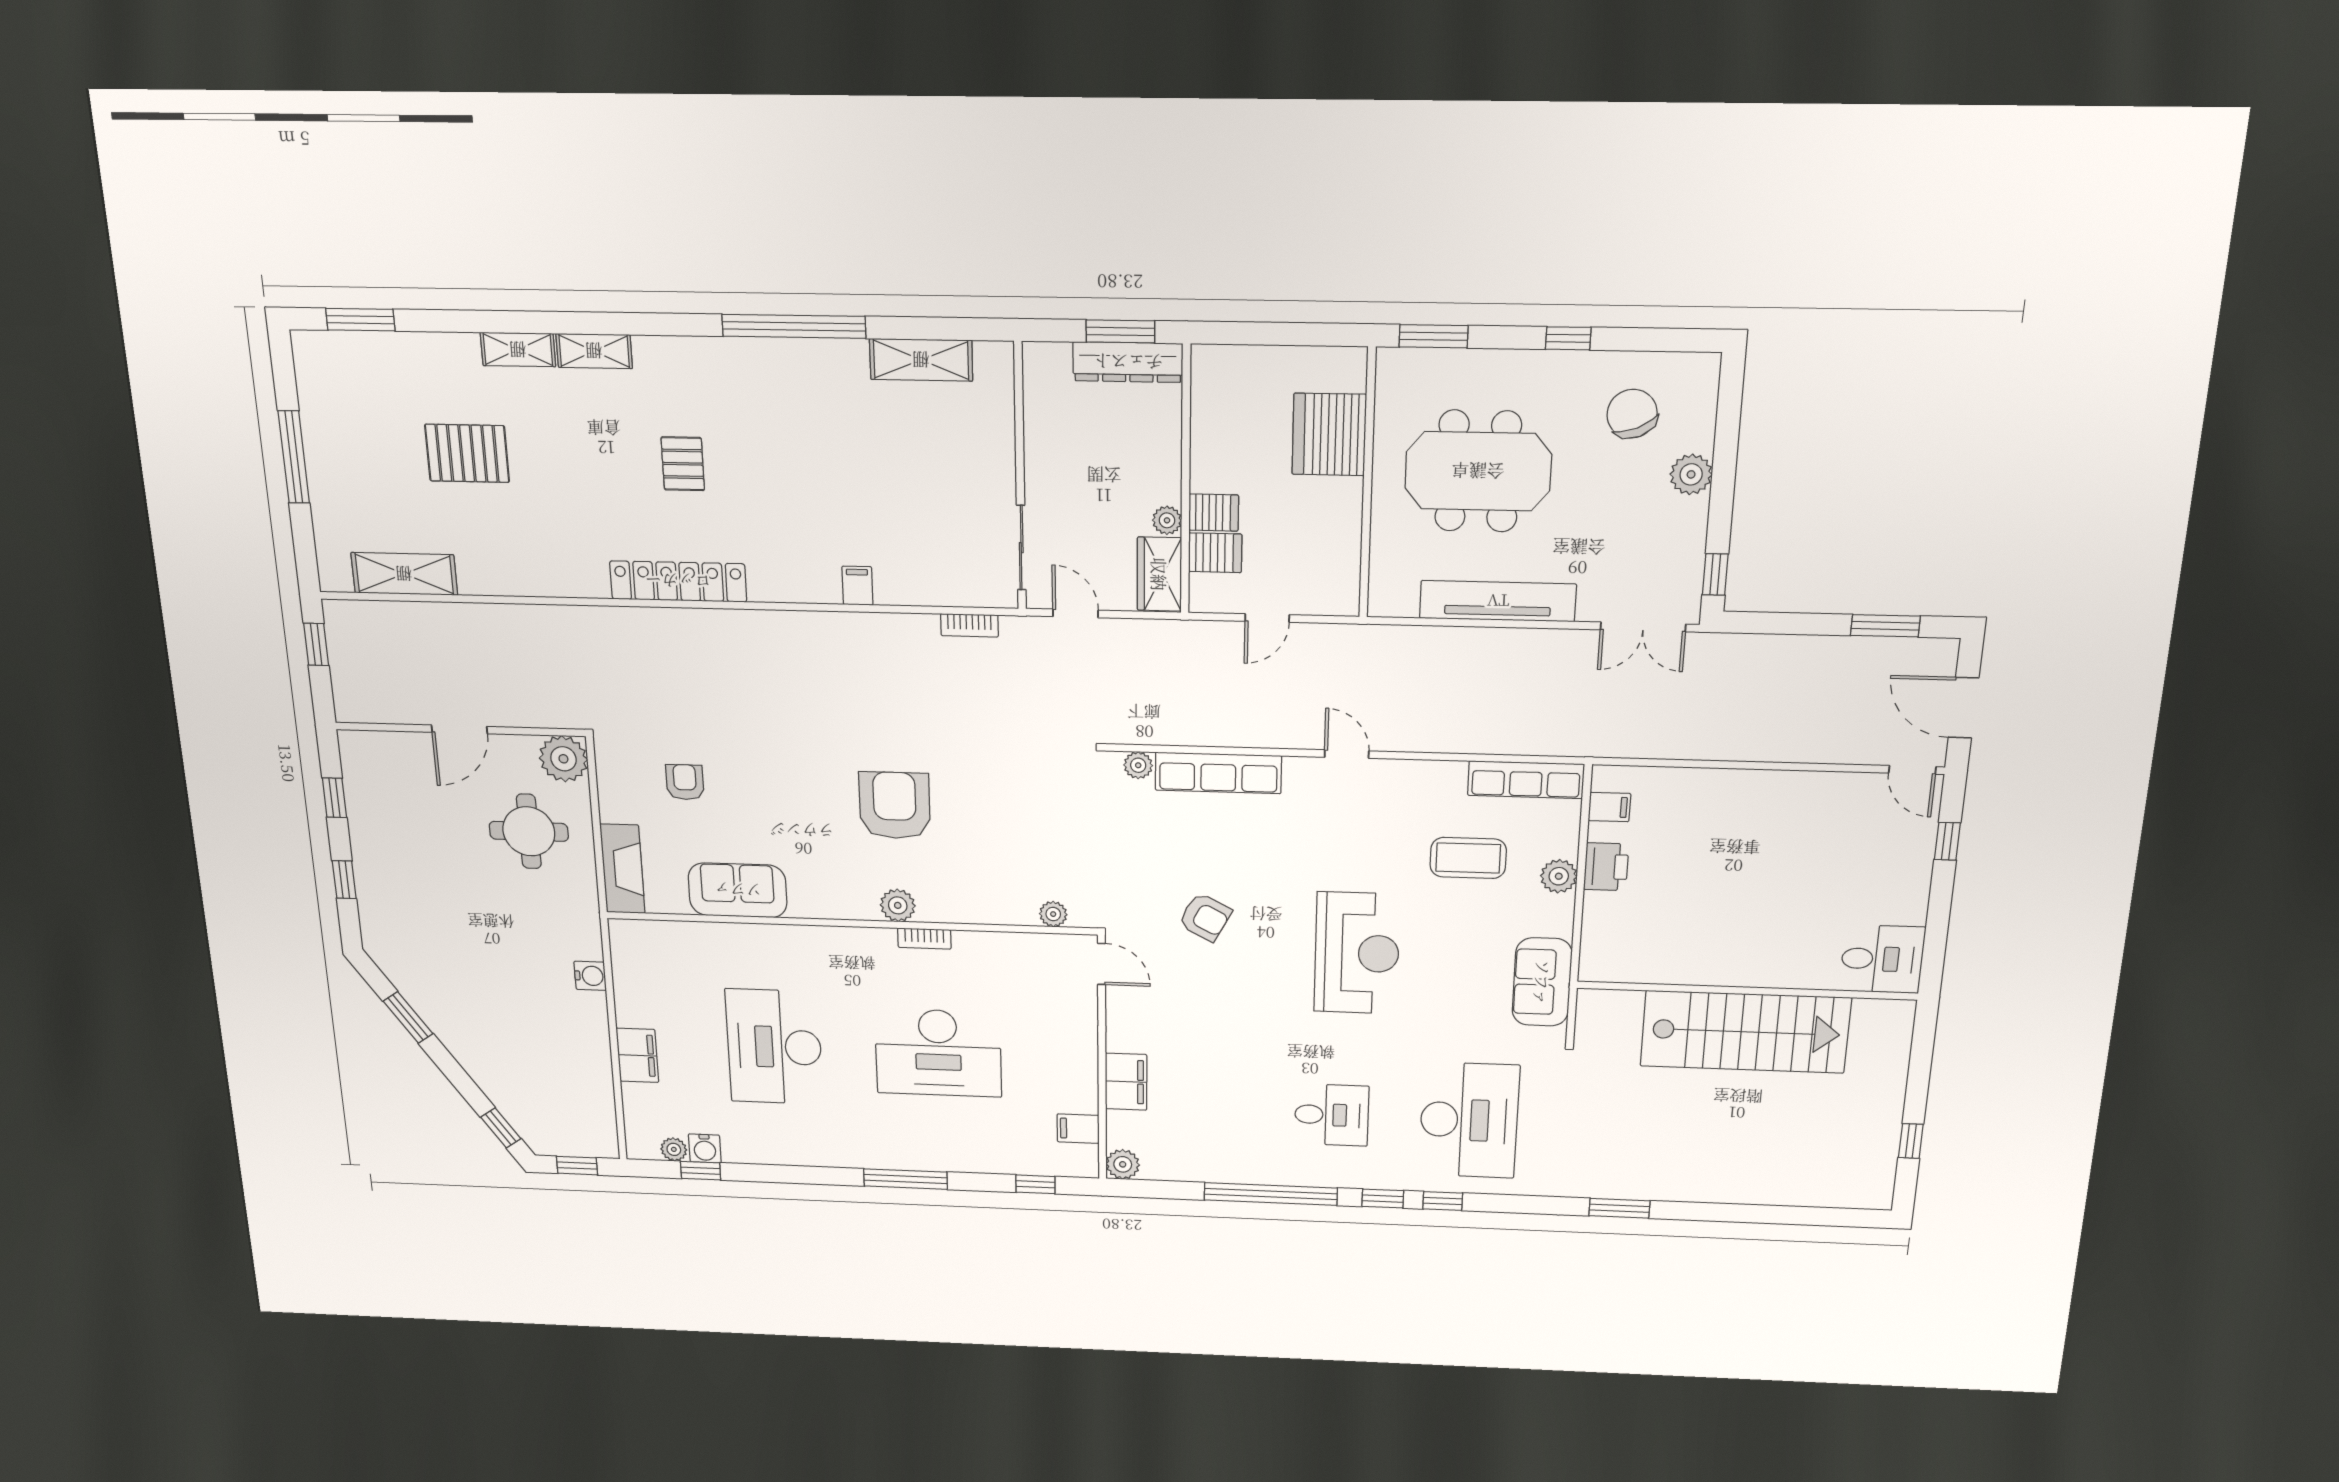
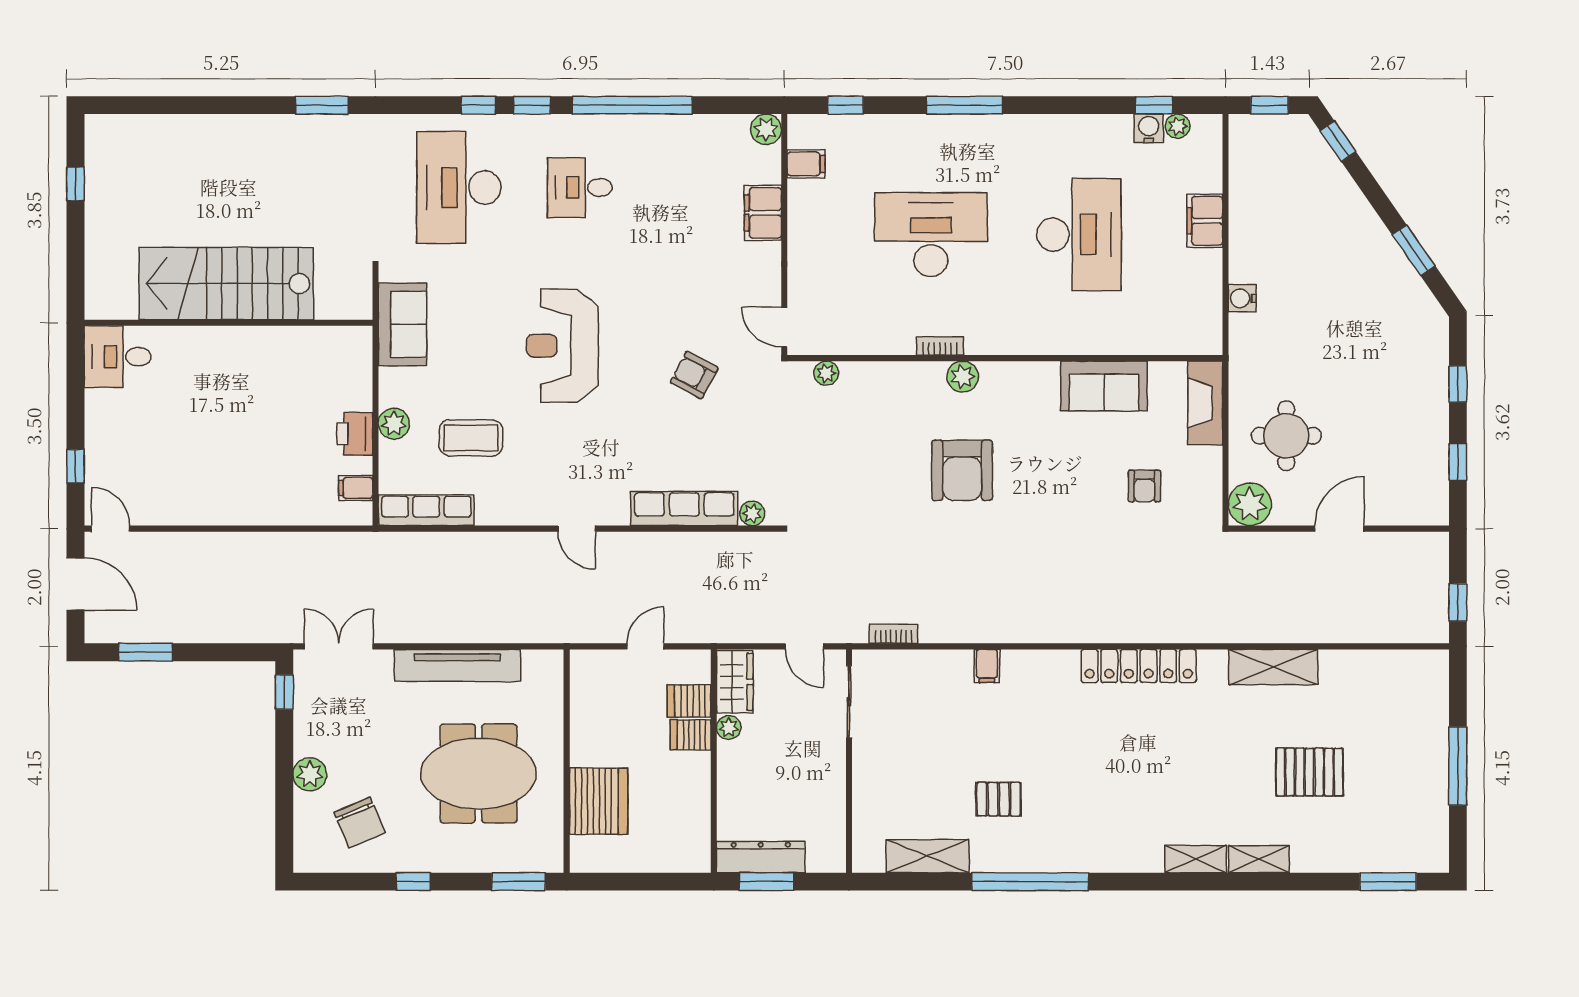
pallet: (683, 464) -> (999, 799), moved, turned 90
shelving: (404, 574) -> (1273, 667), moved

